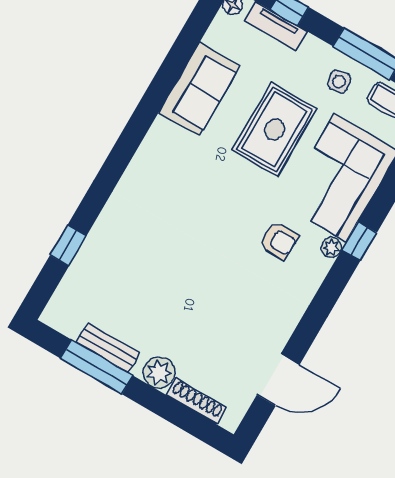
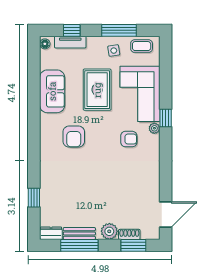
armchair: (191, 184) -> (74, 137), added
dresser: (62, 320) -> (51, 233), added
door: (278, 380) -> (166, 215), moved
shoe rack: (196, 401) -> (129, 234), width x0.70
window: (185, 418) -> (133, 245), added

